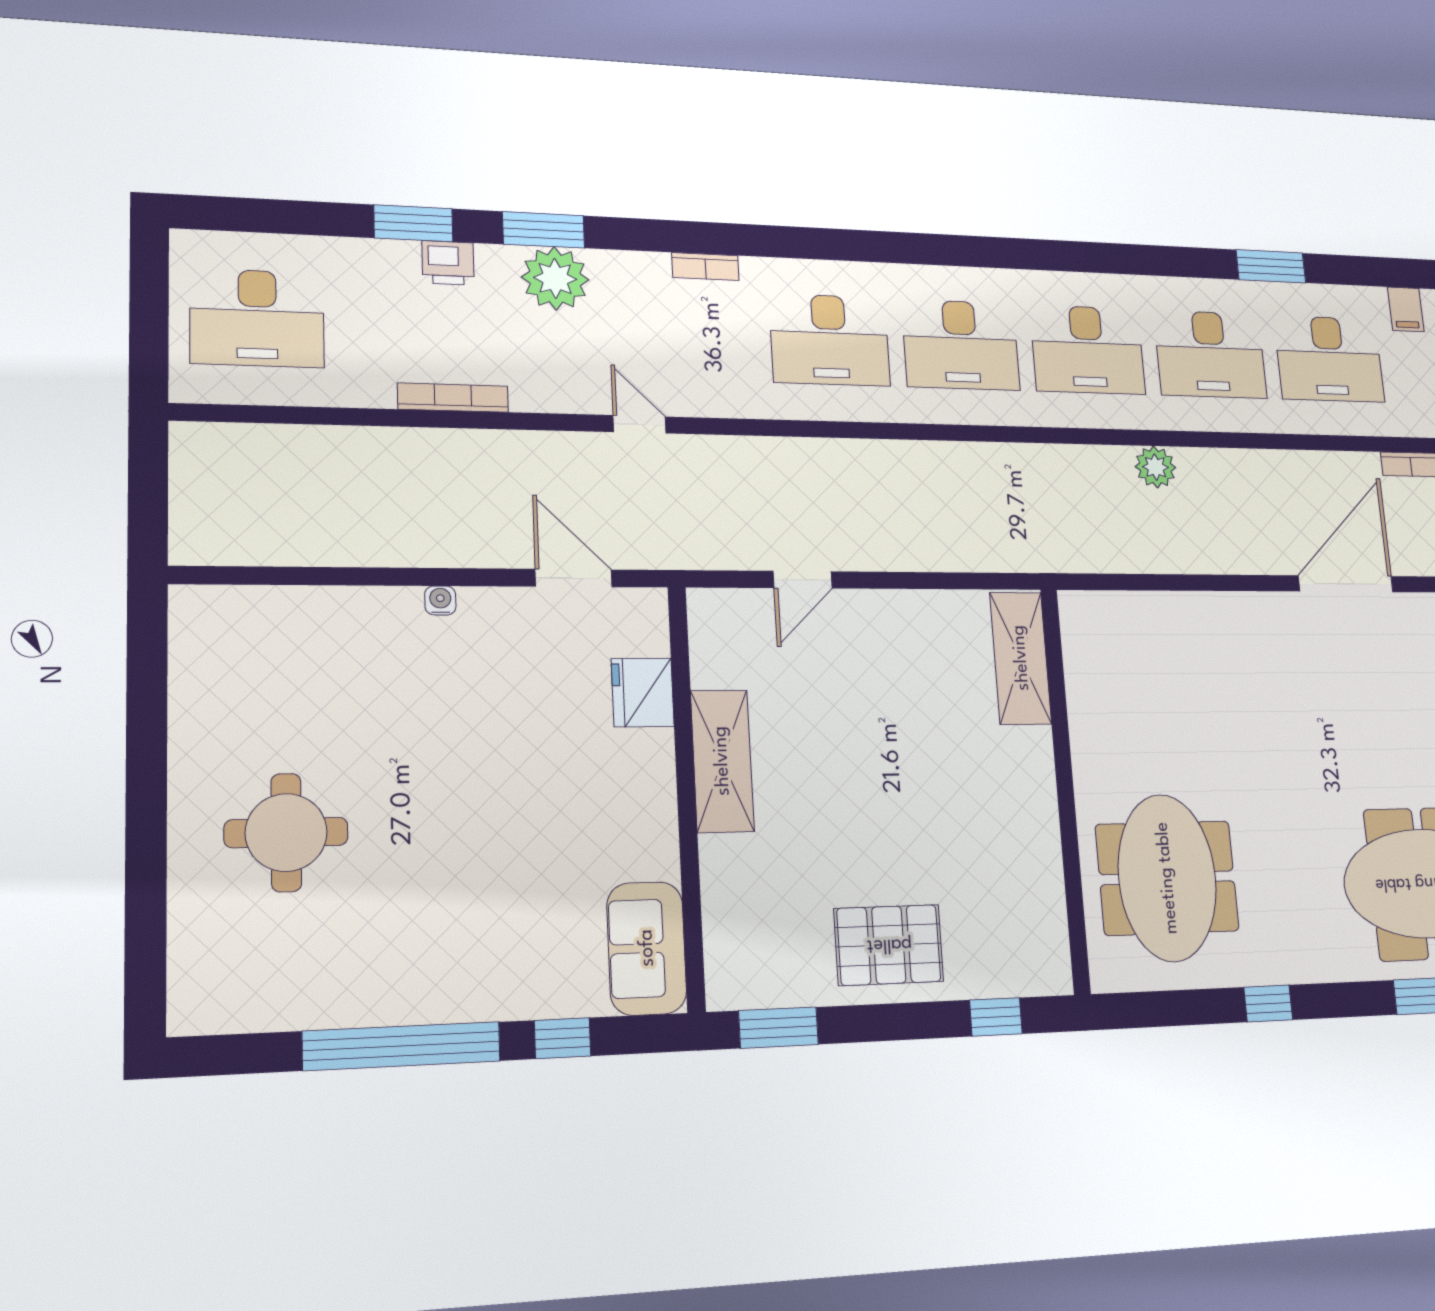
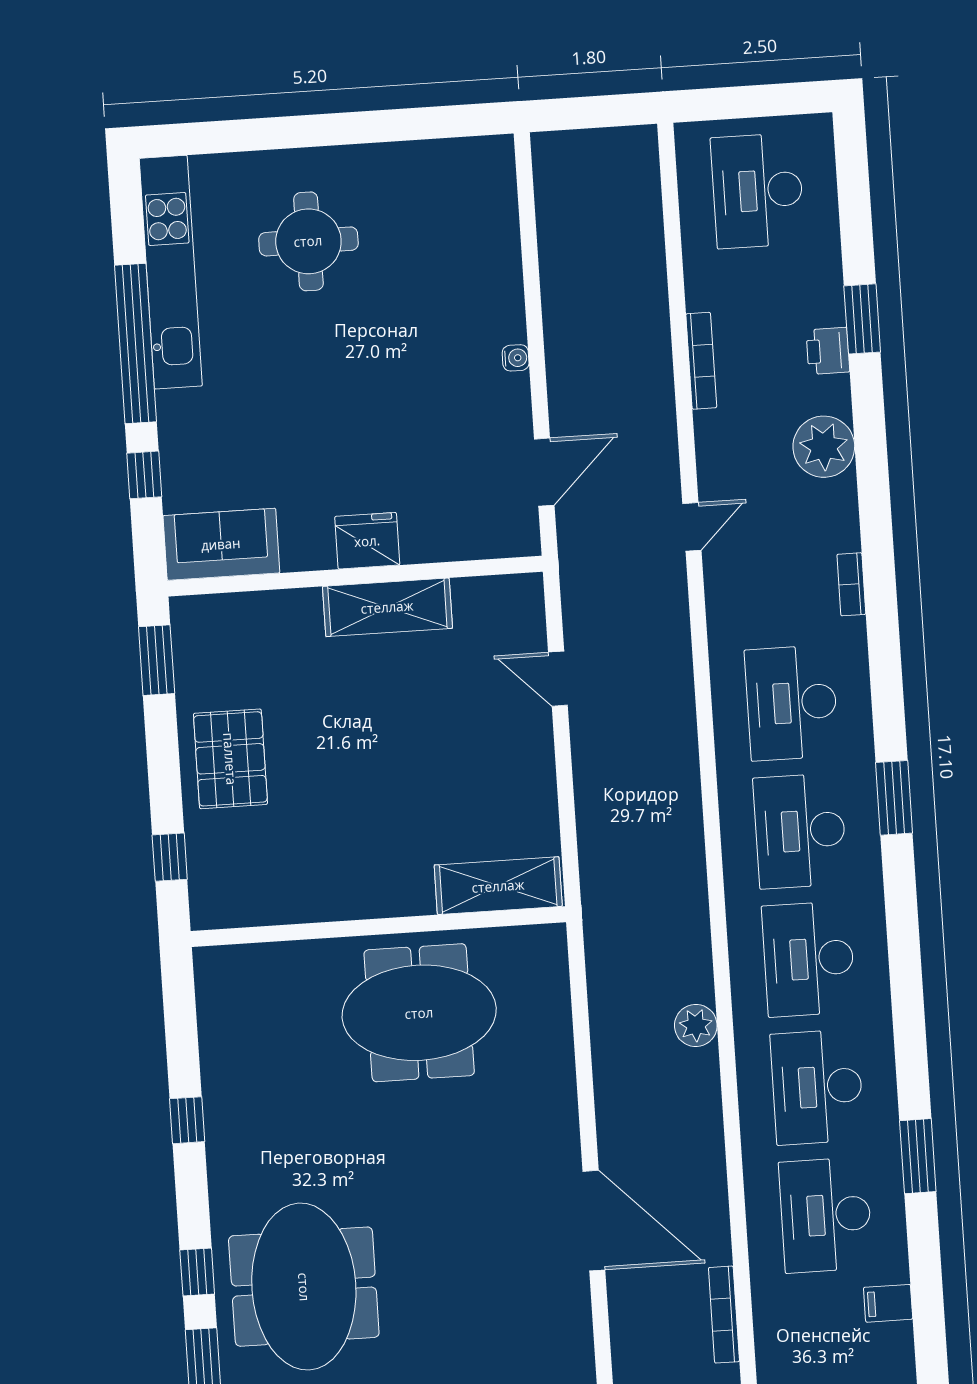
window: (544, 230) -> (894, 798), moved
fridge: (643, 692) -> (367, 541), moved
meeting table: (1167, 878) -> (419, 1013), moved
kitchen unit: (315, 1001) -> (171, 272), added

